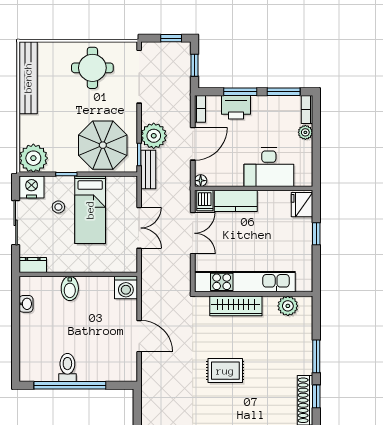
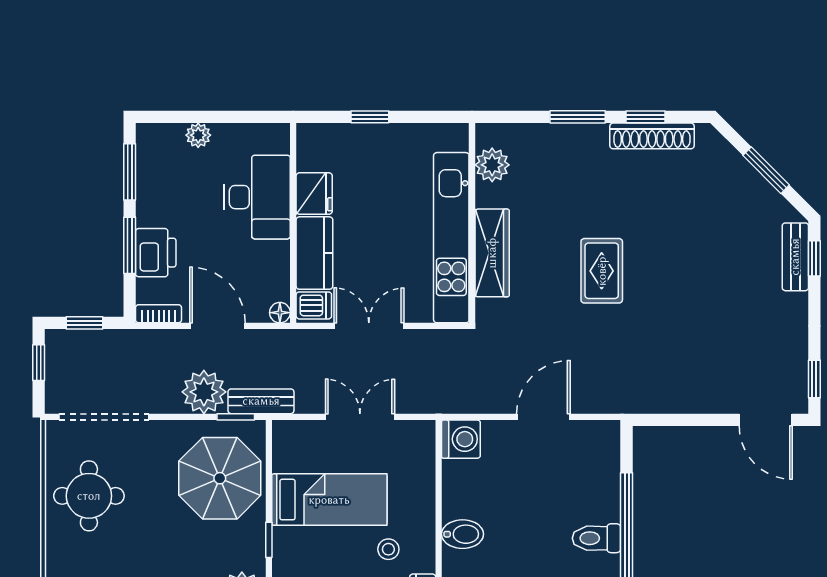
bookcase: (307, 110) -> (160, 132), removed
fridge: (302, 205) -> (314, 194), moved, turned -90
stool: (58, 207) -> (388, 549), moved

